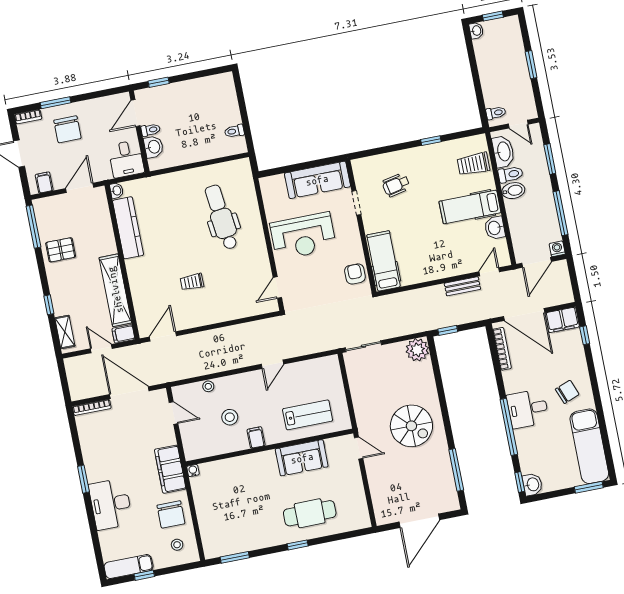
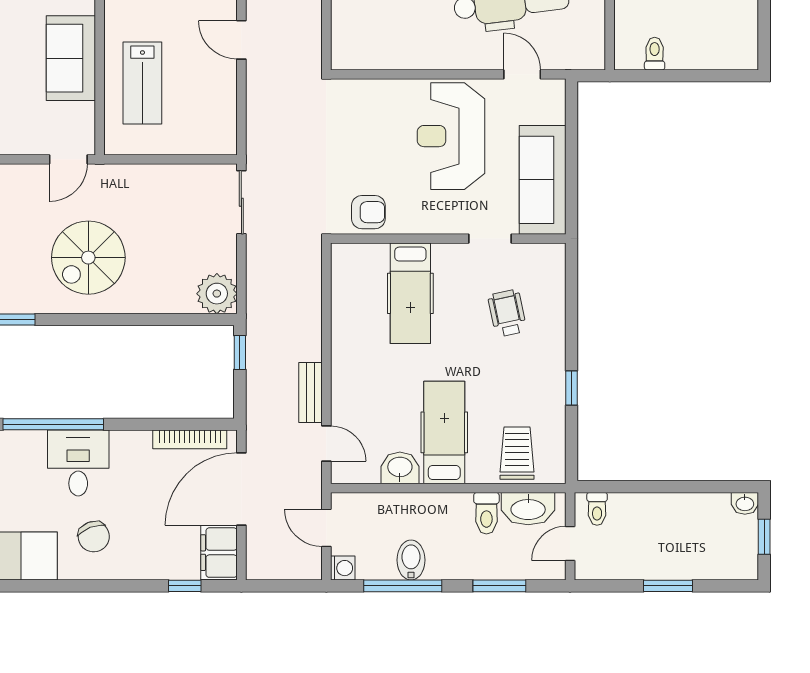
bidet: (513, 191) -> (411, 560), moved, turned 180
hospital bed: (384, 261) -> (410, 293), moved, turned 90
door: (536, 262) -> (326, 528), width x0.73
door: (277, 287) -> (522, 74), moved

